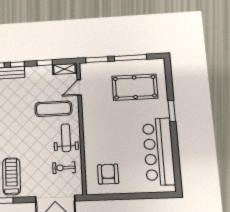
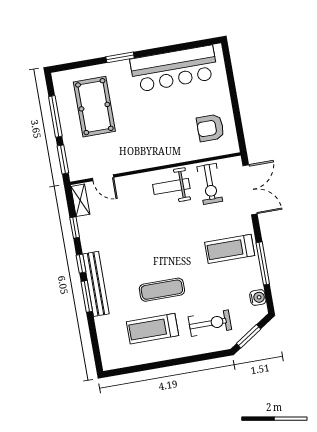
exercise mat: (53, 109) -> (135, 208), removed
exercise bike: (64, 168) -> (210, 184), width x1.38, depth x1.39

